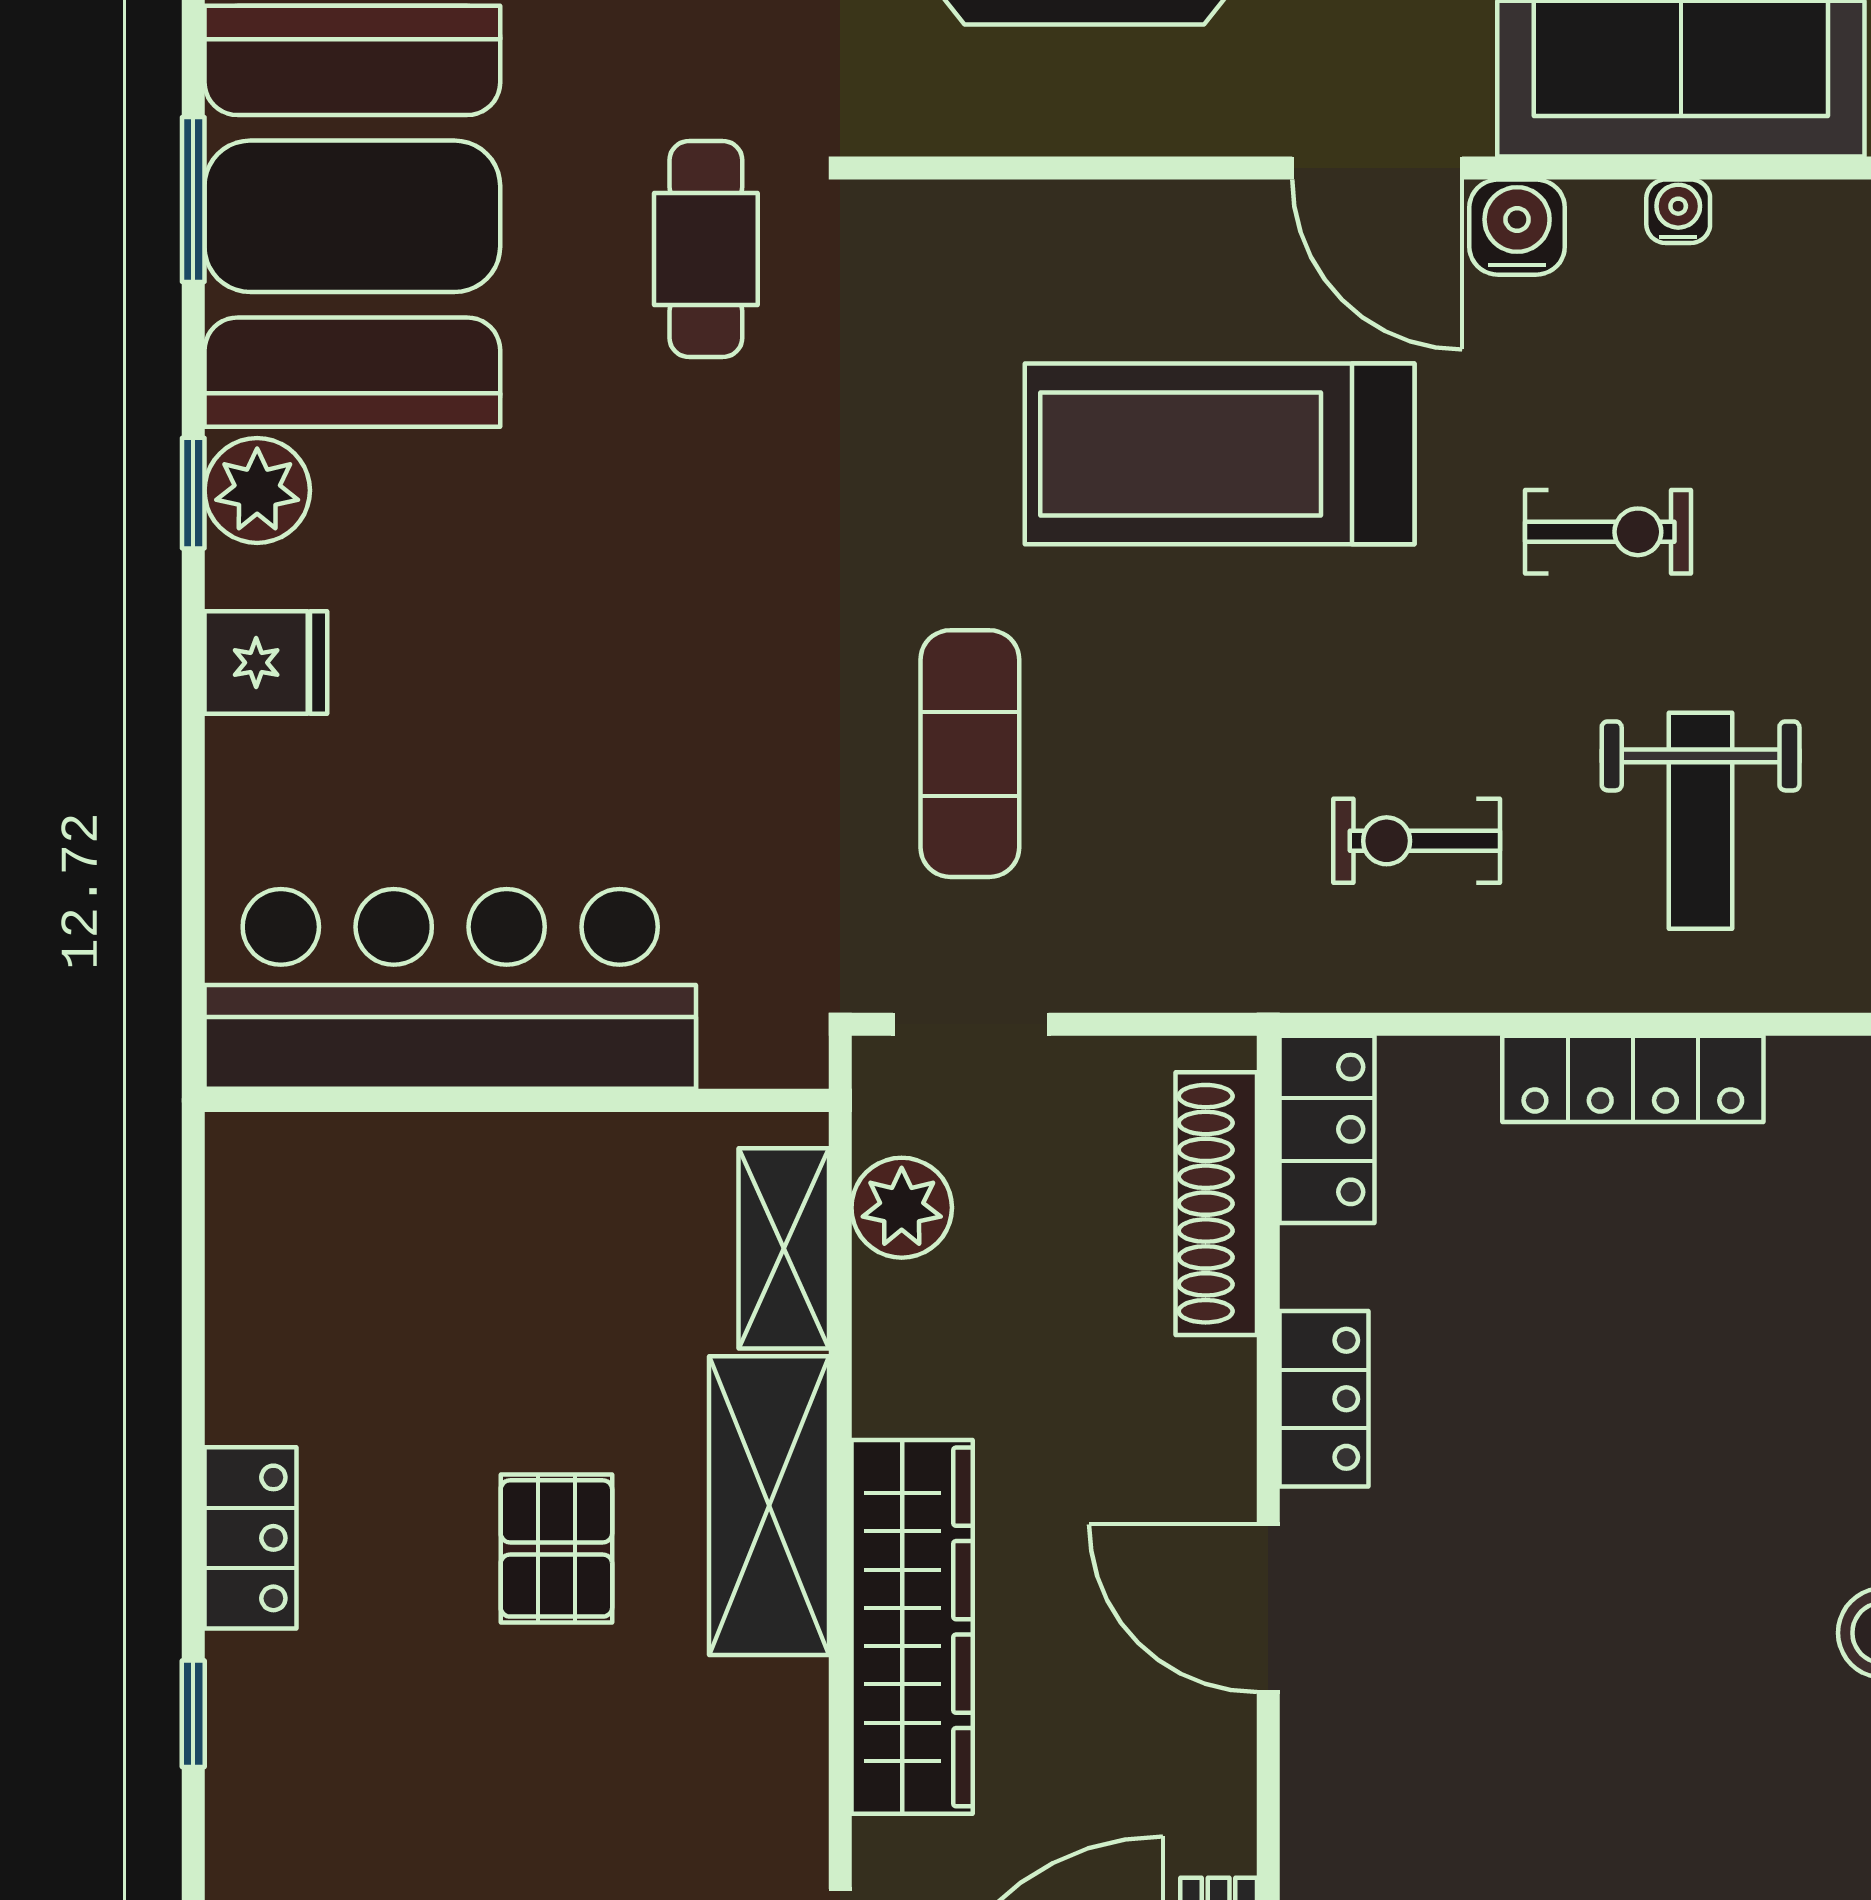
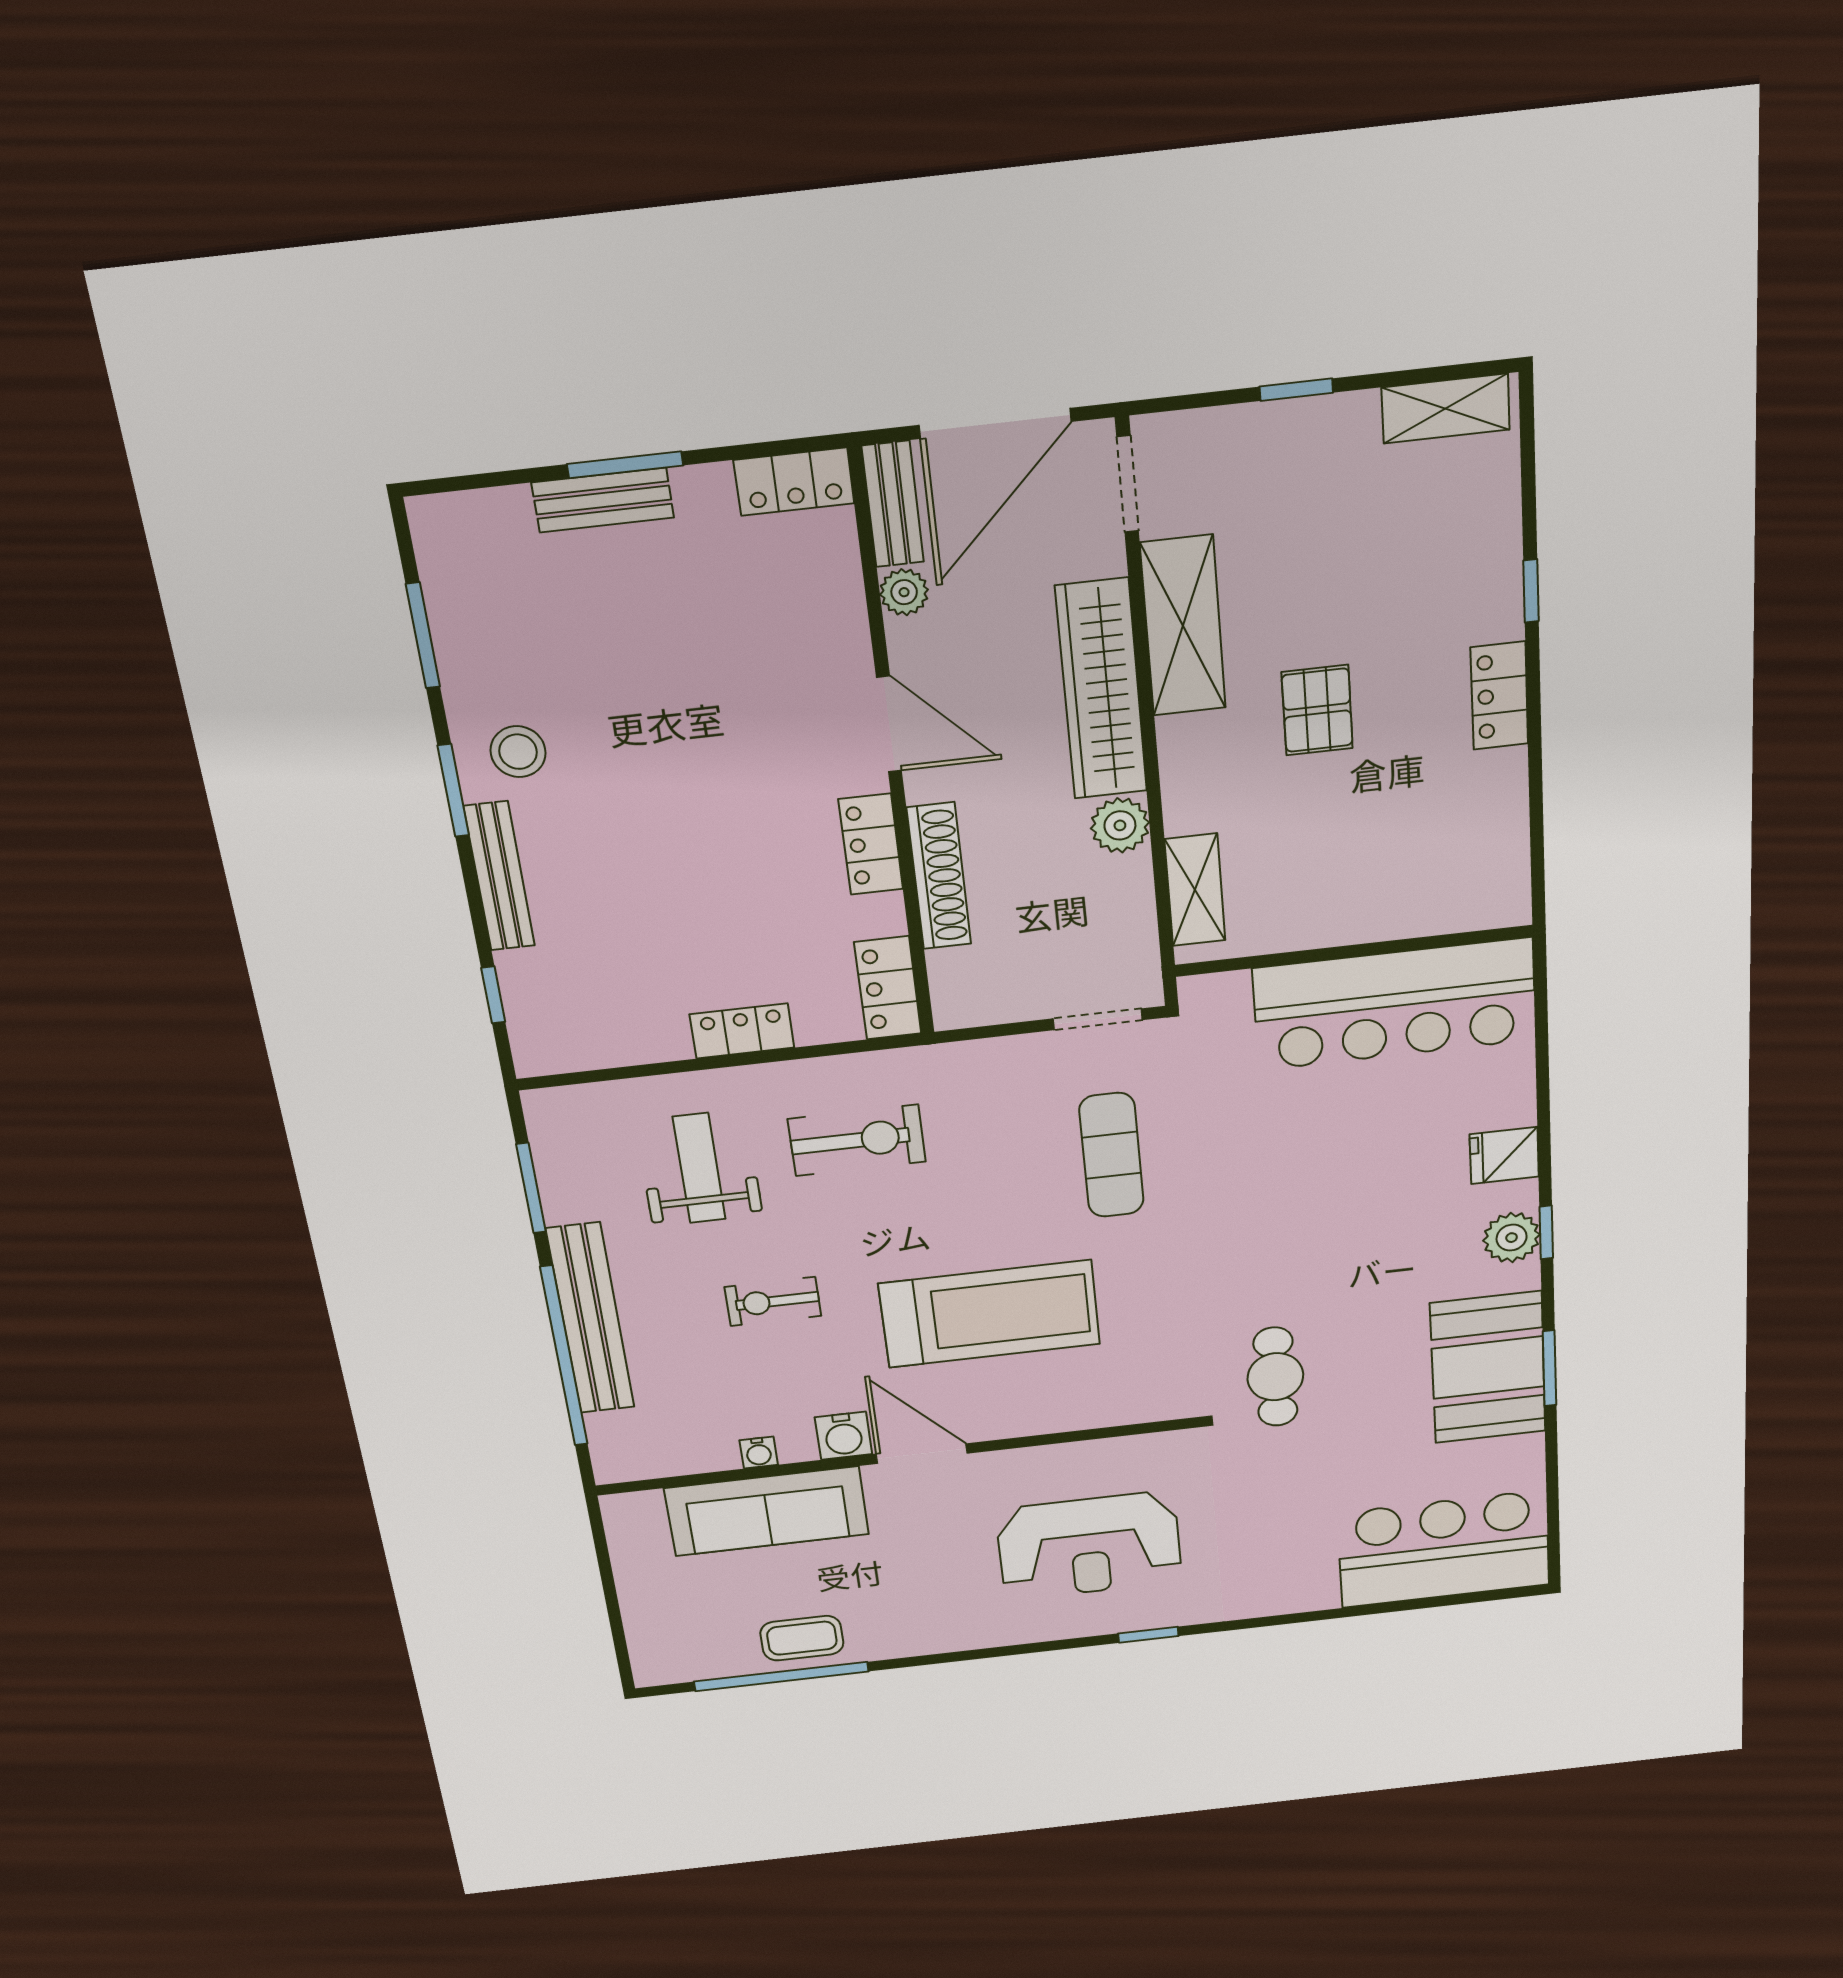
booth: (352, 216) -> (1488, 1368), width x0.73, depth x0.70
exercise bike: (1417, 841) -> (857, 1140), width x1.38, depth x1.39
locker: (1633, 1079) -> (742, 1031), width x0.66
shoe rack: (1216, 1204) -> (939, 876), moved
plant: (902, 1208) -> (1120, 825), moved
shelving: (769, 1506) -> (1183, 626), moved
plant: (1217, 1831) -> (904, 592), added

